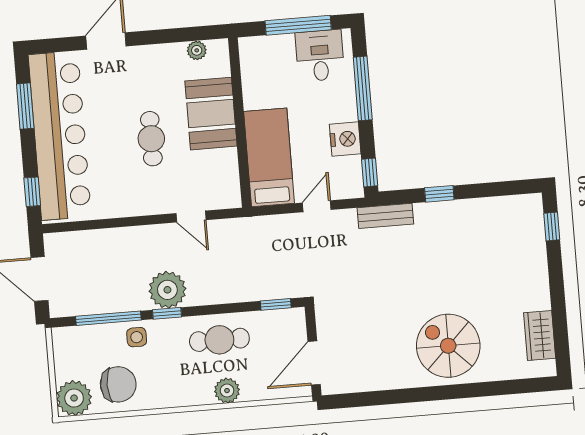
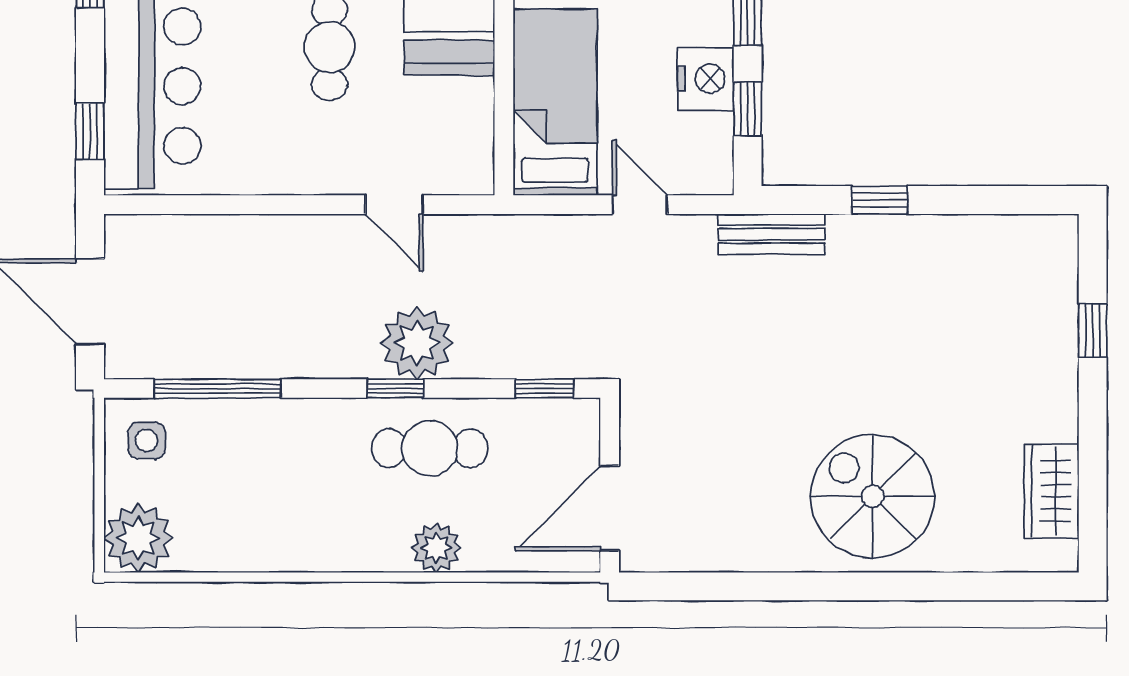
window: (370, 173) -> (748, 109), moved
door: (317, 206) -> (640, 205), hinge flipped
window: (552, 227) -> (1093, 330), moved
plant: (167, 290) -> (417, 343), moved
window: (167, 313) -> (395, 389), moved
side table: (137, 337) -> (146, 440), moved
chair: (118, 384) -> (226, 518), removed

